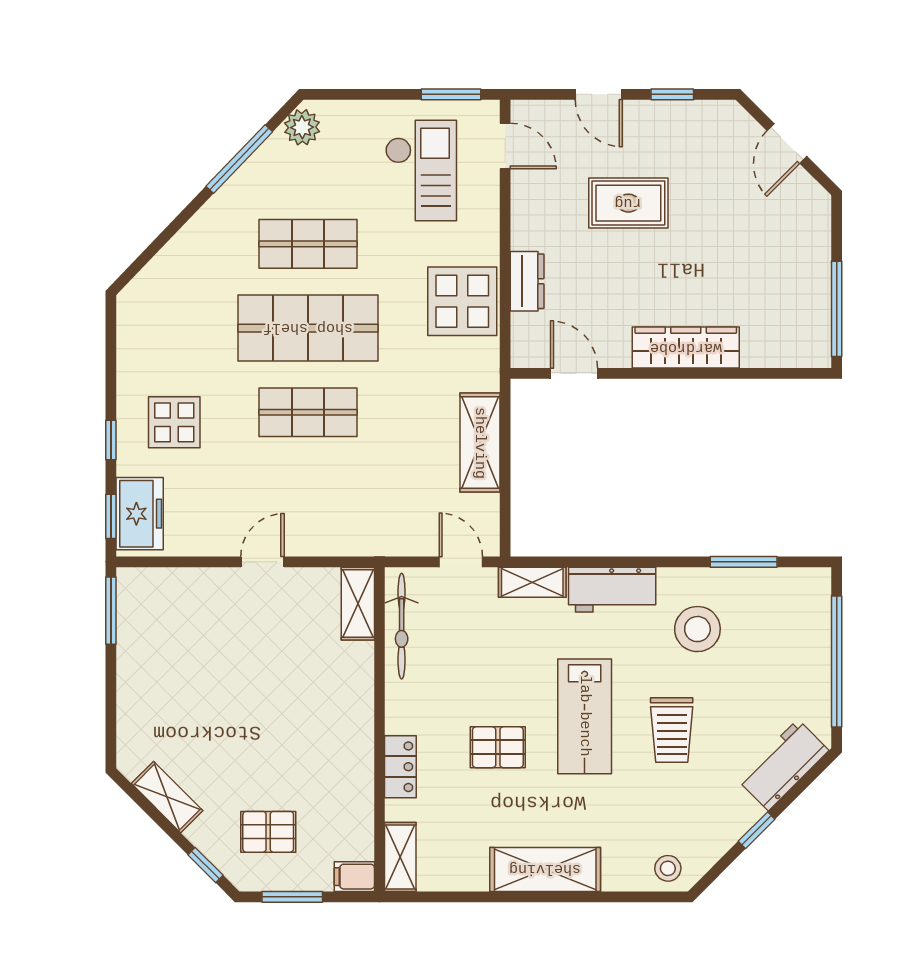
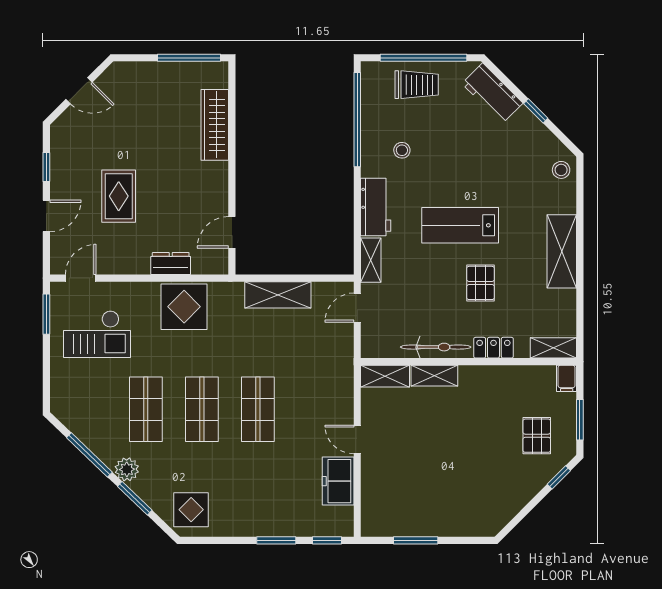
plant: (302, 127) -> (127, 469), moved
checkout: (421, 170) -> (97, 334), turned 180
window: (174, 227) -> (135, 498), added
shop shelf: (308, 328) -> (202, 409), width x0.70, depth x0.74
wardrobe: (686, 348) -> (215, 125), moved
display table: (174, 422) -> (191, 510), moved
window: (111, 440) -> (276, 540), width x1.50
freezer: (140, 514) -> (338, 481), moved, turned -90
window: (744, 562) -> (357, 120), width x2.11
window: (111, 611) -> (416, 540), moved
bicycle: (402, 626) -> (436, 347), moved
stool: (697, 629) -> (402, 150), width x0.53, depth x0.53
lab bench: (585, 716) -> (460, 225), turned 180
trolley: (672, 730) -> (417, 85), moved
shelving: (167, 797) -> (434, 376), moved, turned 45

